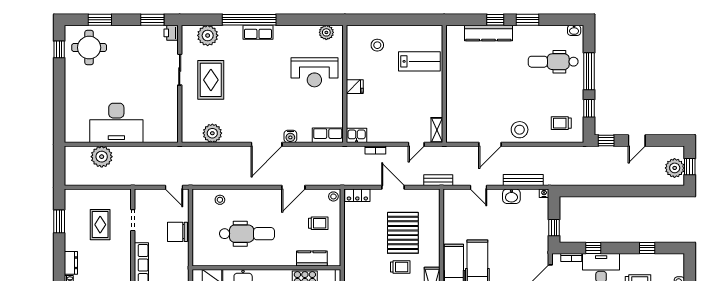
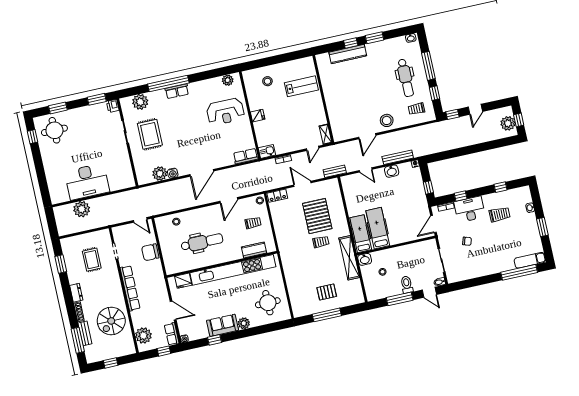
dental chair: (553, 62) -> (406, 78), moved, turned -90
water cooler: (290, 136) -> (173, 173), moved

